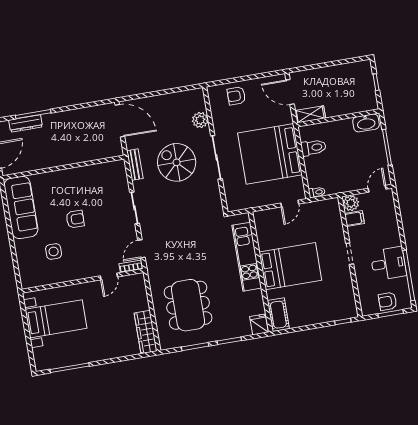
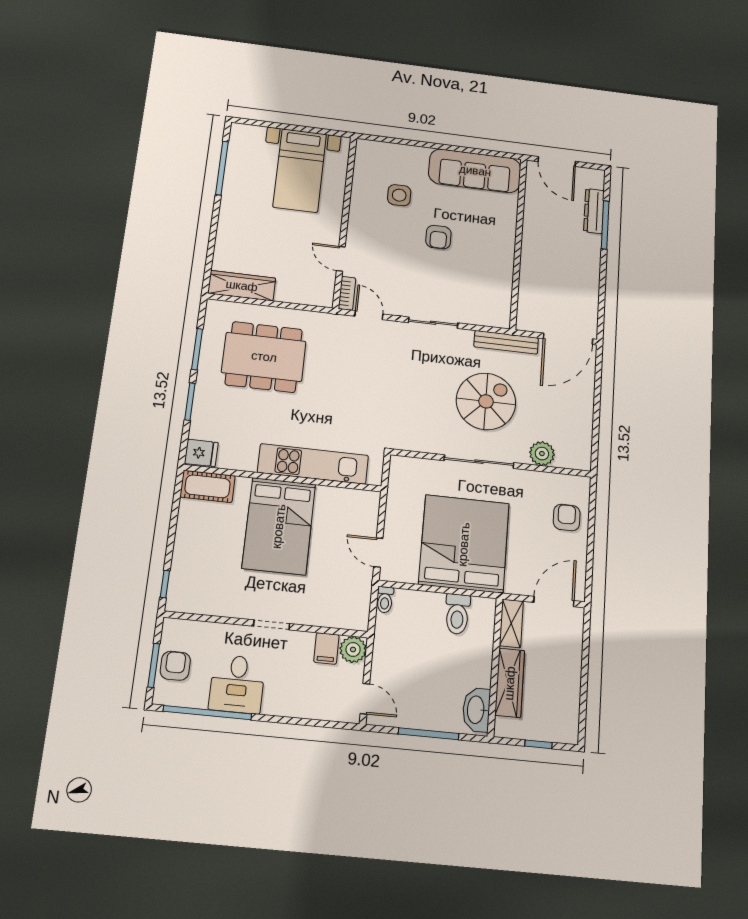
wardrobe: (345, 107) -> (510, 683), added
bench: (135, 165) -> (506, 342), width x1.36

